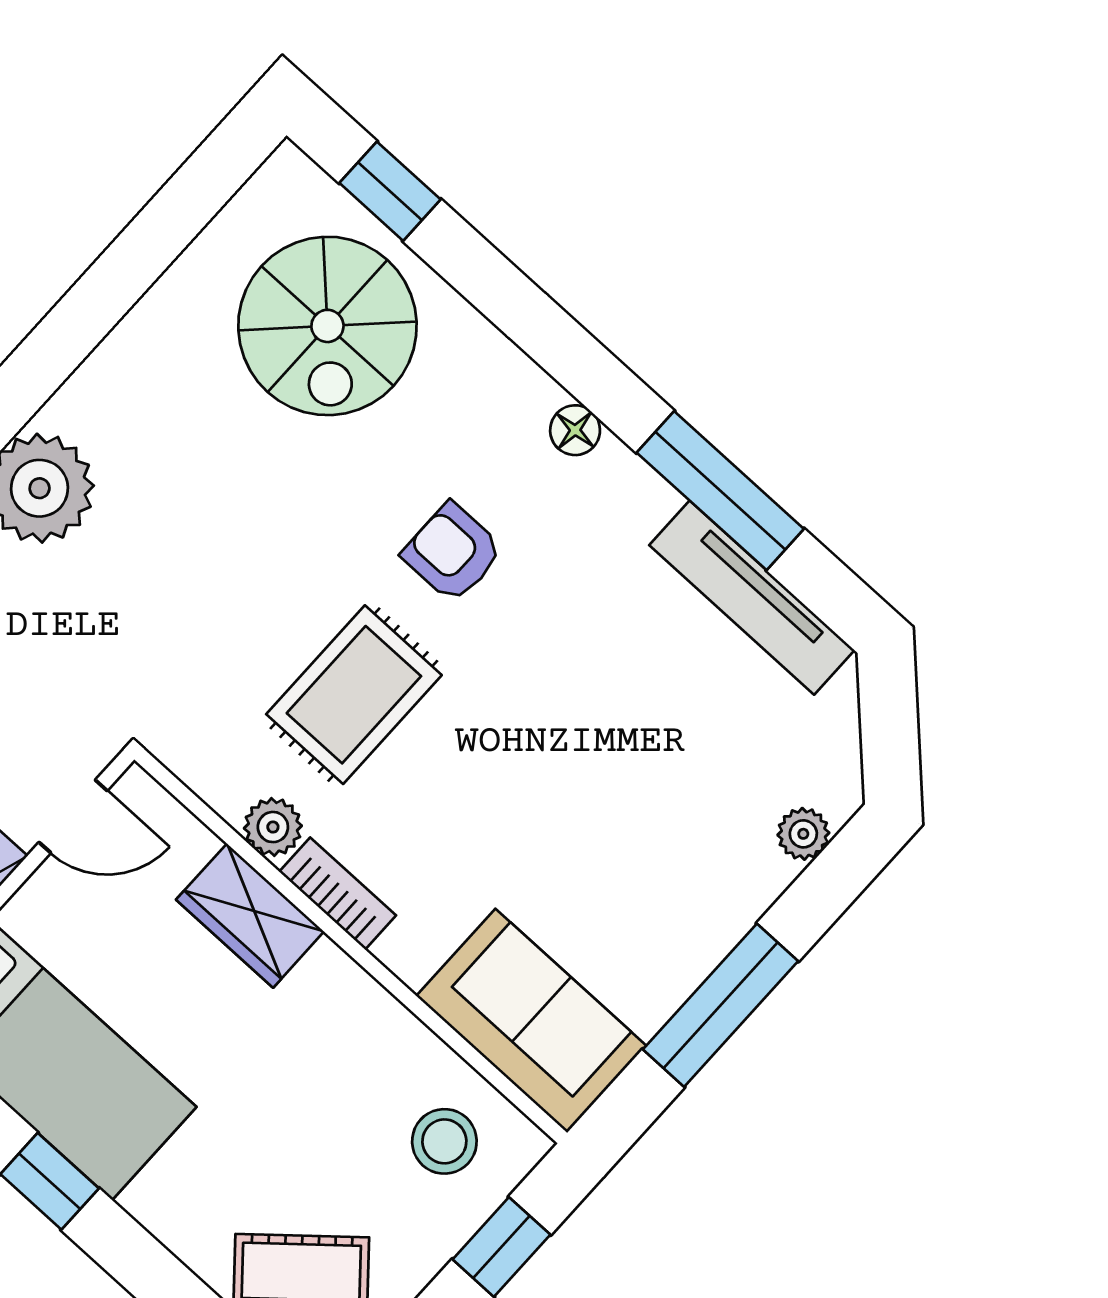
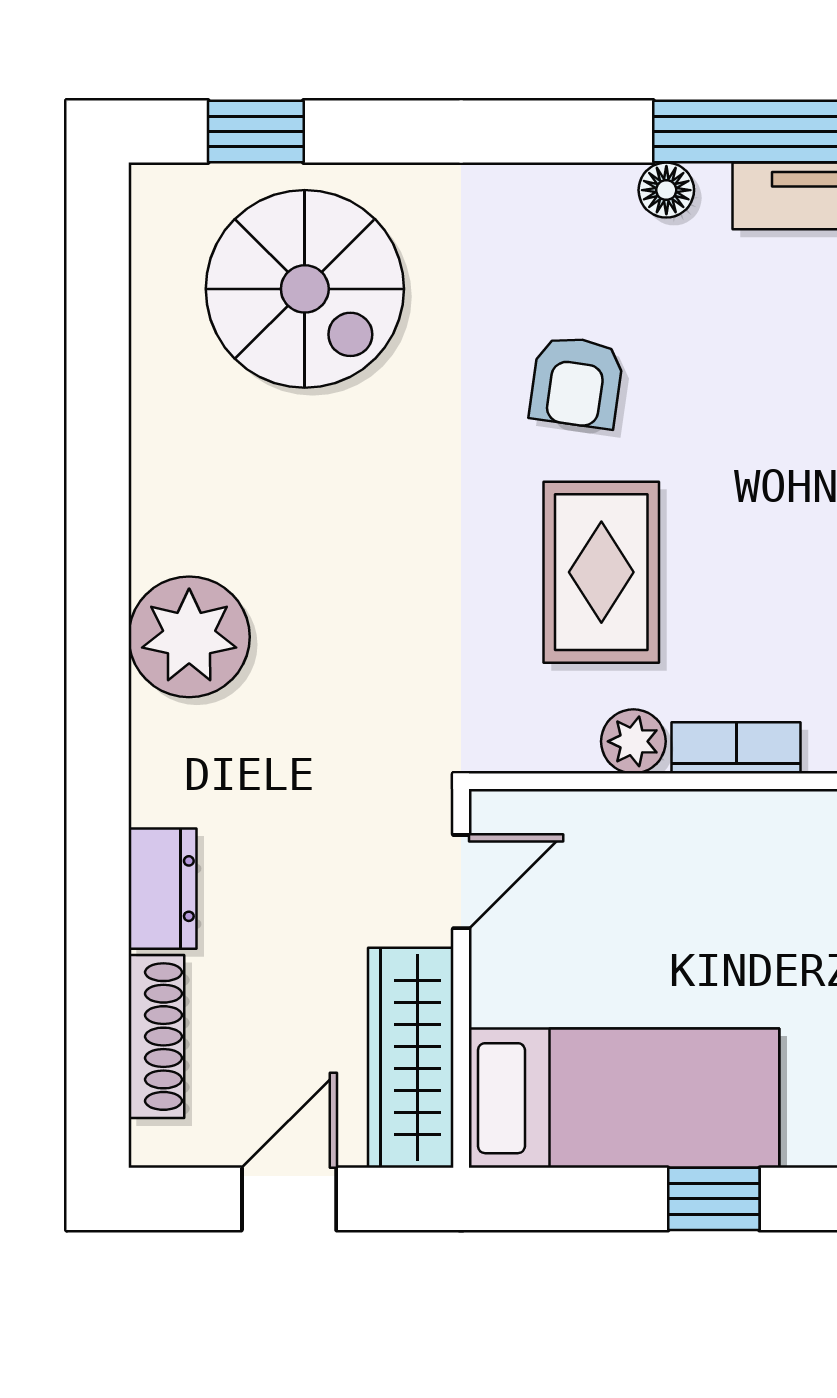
floor lamp: (575, 430) -> (666, 190), moved
armchair: (453, 553) -> (576, 382), turned -82
wardrobe: (250, 916) -> (681, 831), removed

